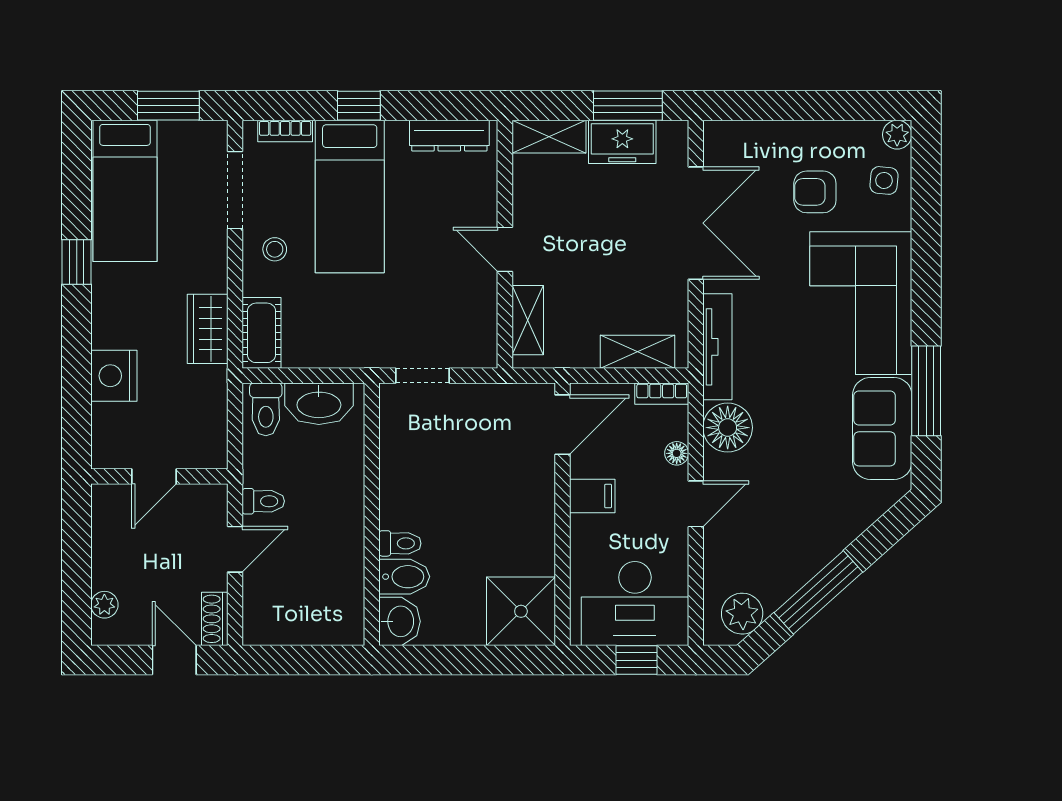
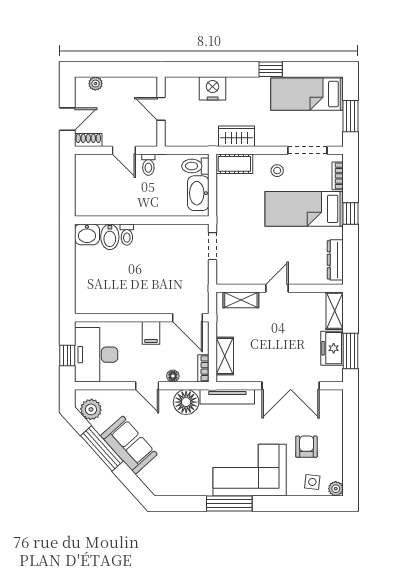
window: (926, 391) -> (229, 503), moved
sofa: (882, 428) -> (129, 445), moved, turned 48
shower: (521, 611) -> (92, 296), removed

